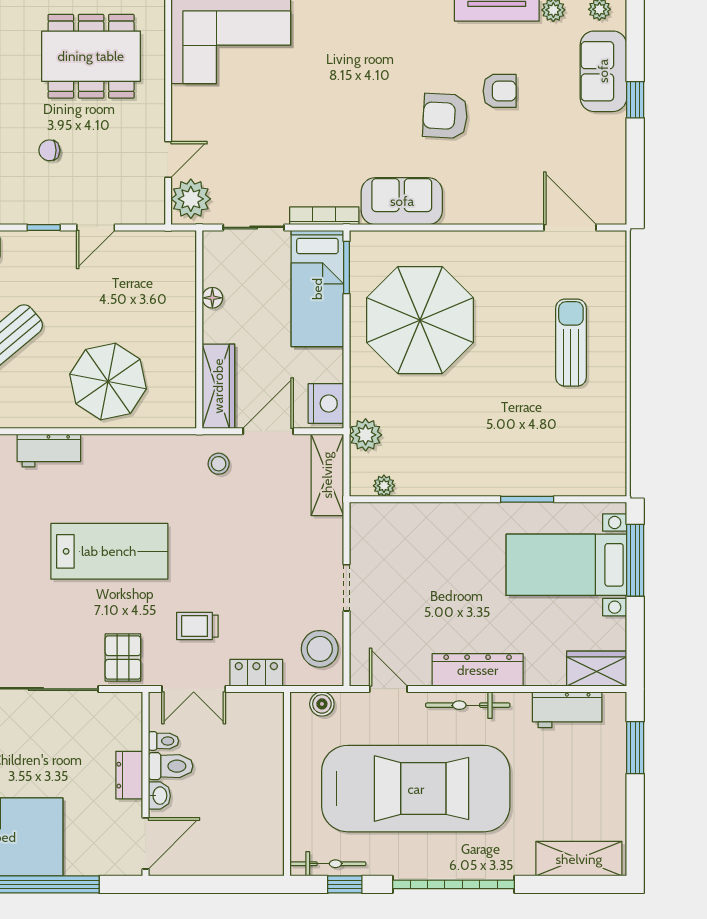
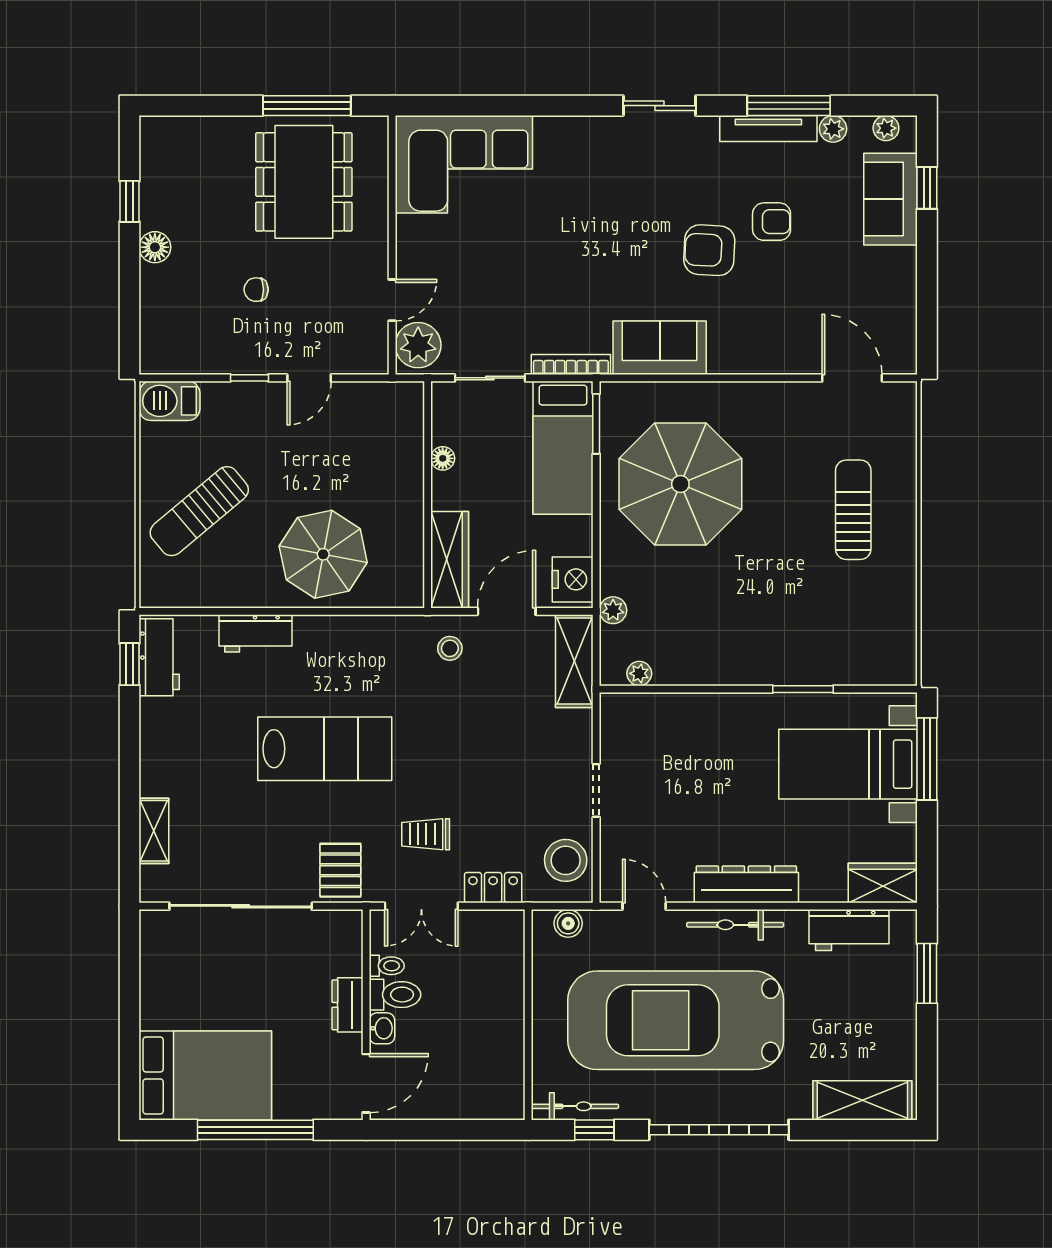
dining table: (91, 56) -> (304, 182), turned 90
window: (635, 100) -> (927, 188), moved
plant: (366, 435) -> (613, 610), width x0.73, depth x0.73
car: (416, 789) -> (676, 1020), turned 180

